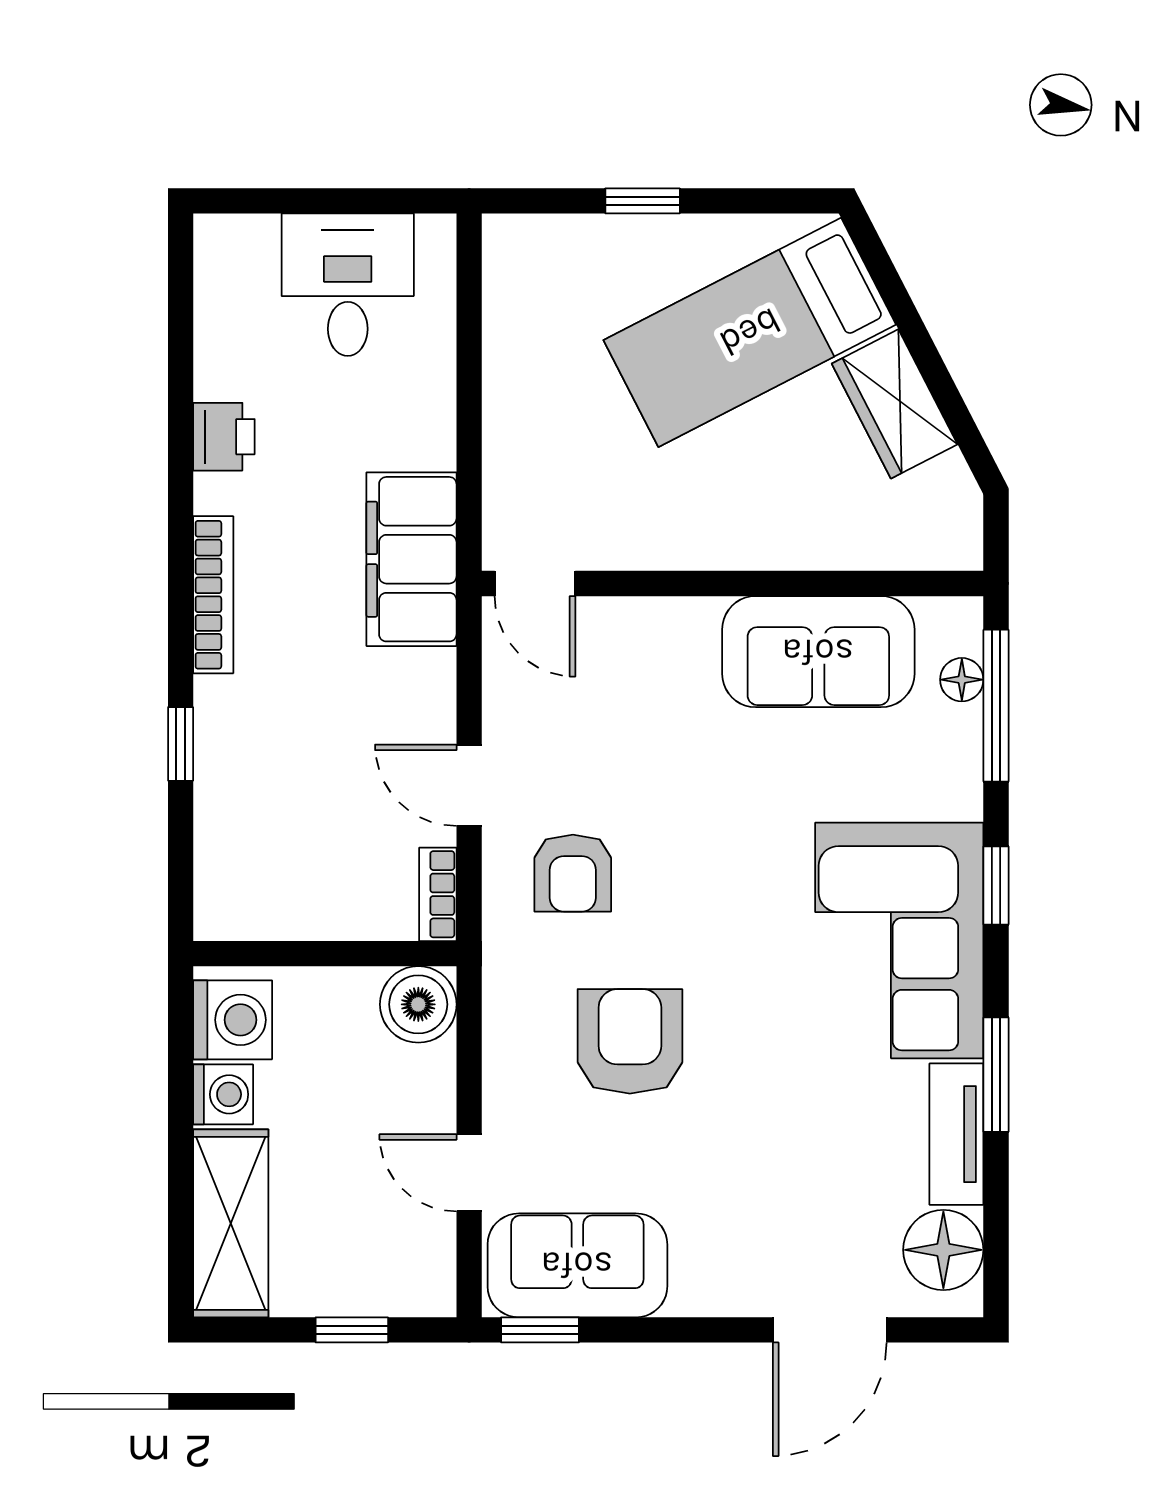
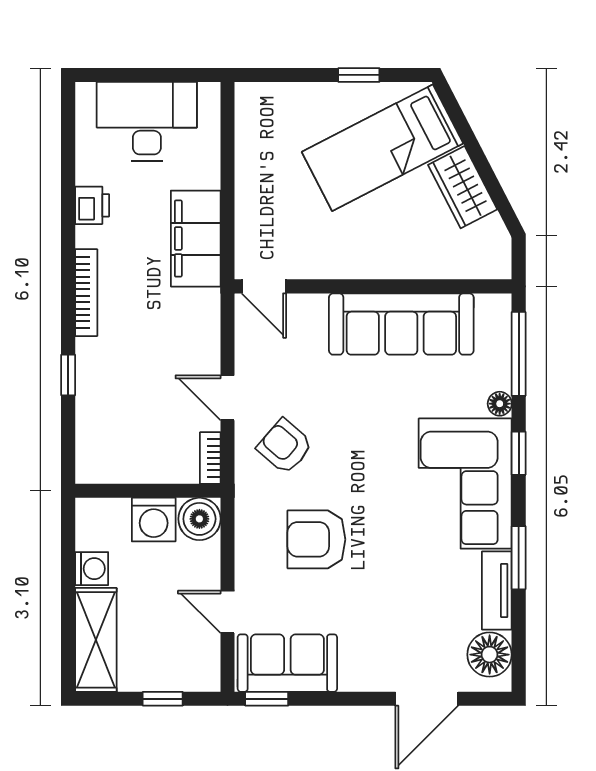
window: (643, 201) -> (359, 75), moved
desk: (348, 285) -> (147, 121), width x1.37
filing cabinet: (411, 559) -> (196, 239), moved
sofa: (818, 652) -> (401, 324), width x1.36
floor lamp: (962, 680) -> (500, 404), moved
armchair: (573, 873) -> (285, 446), turned 131
washing machine: (233, 1020) -> (154, 520), moved, turned 90
armchair: (630, 1041) -> (316, 539), turned -90

